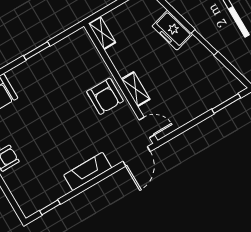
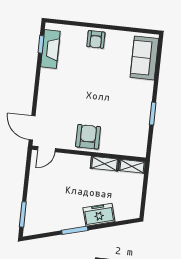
shelving: (136, 89) -> (105, 164), moved
armchair: (105, 96) -> (88, 137), turned 90
fireplace: (88, 171) -> (50, 49), moved

